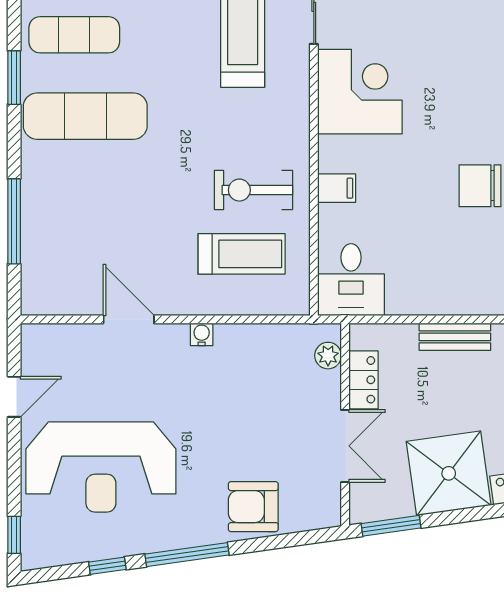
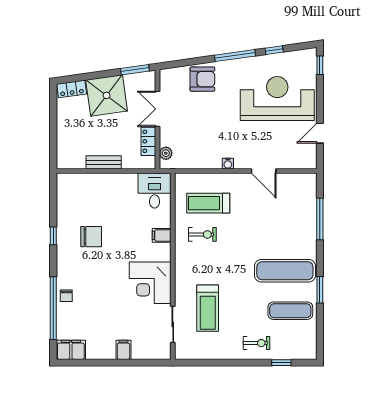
exercise bike: (253, 190) -> (202, 234), width x0.73, depth x0.72

